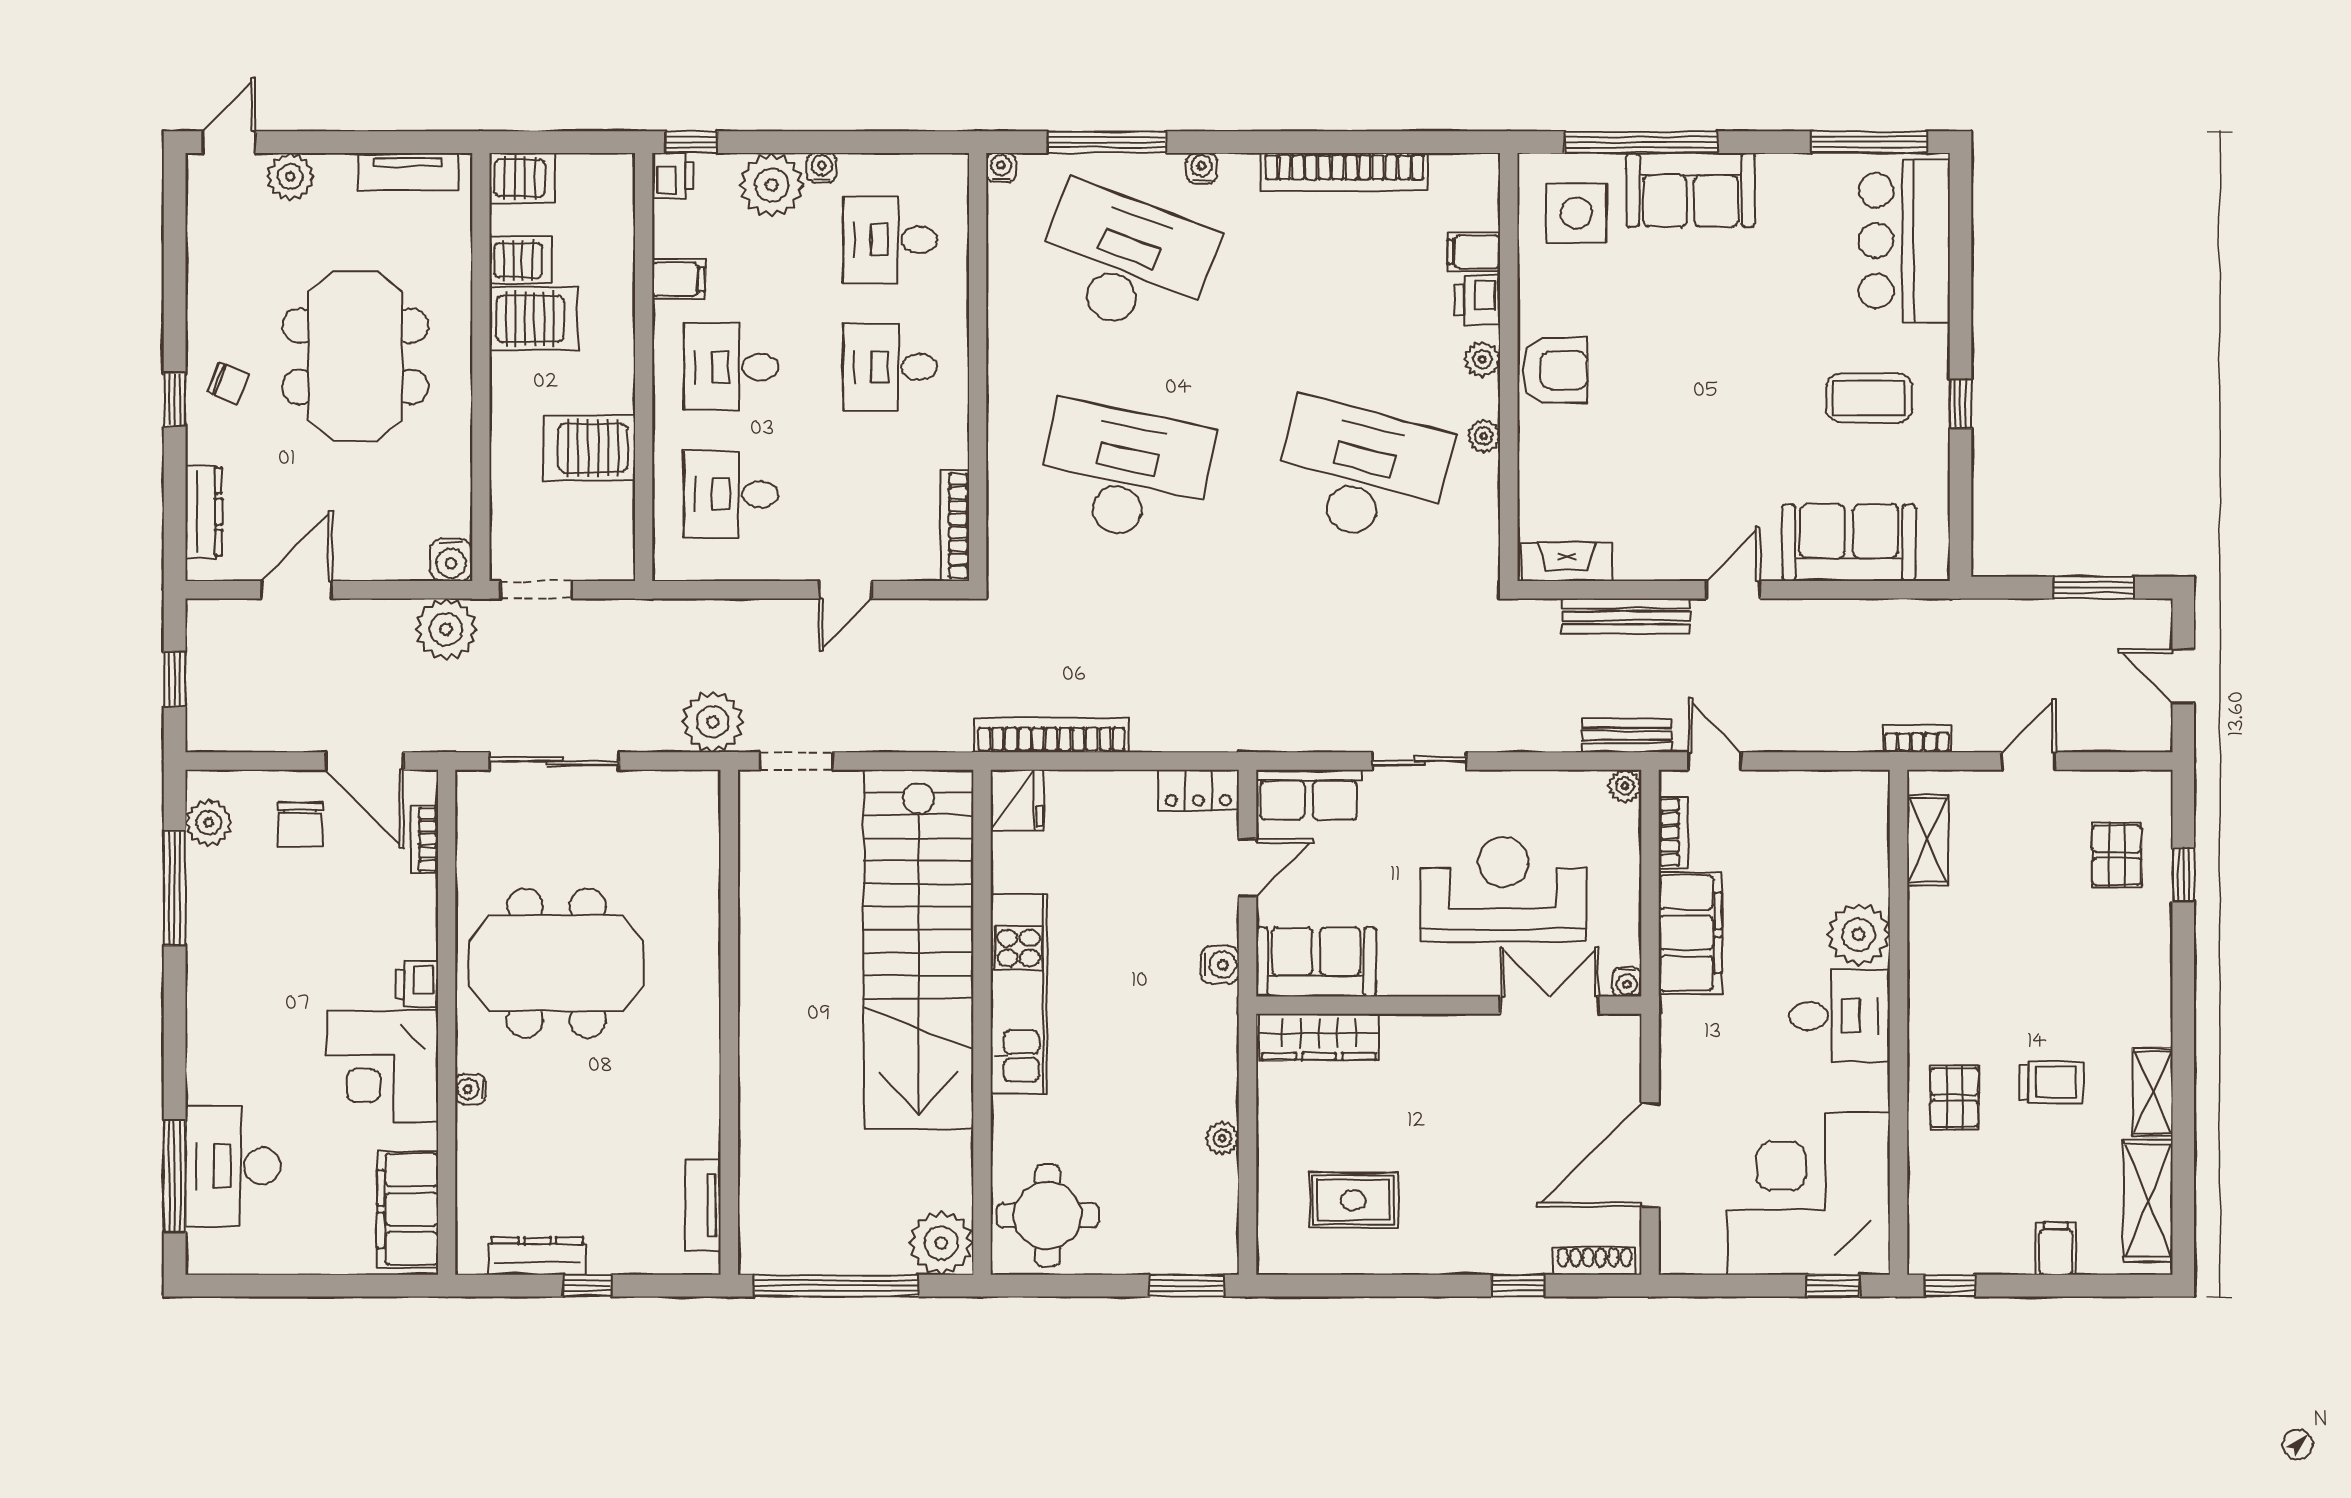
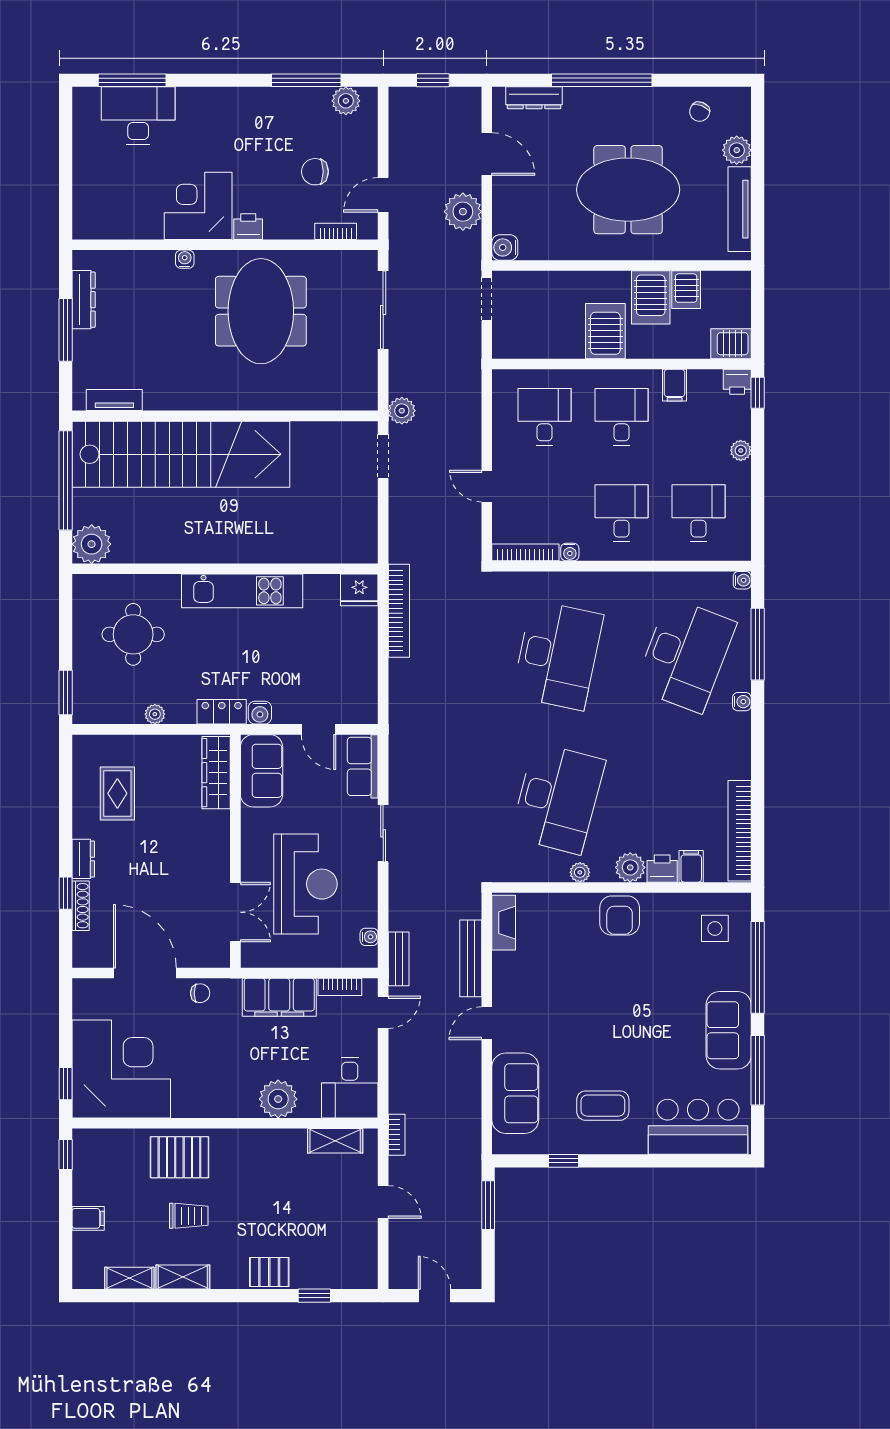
door: (229, 142) -> (758, 113), removed
window: (1869, 142) -> (758, 1070), moved
water cooler: (822, 168) -> (570, 552), moved, turned 90
tv unit: (408, 172) -> (740, 209), width x1.41
bookcase: (1345, 172) -> (740, 831), moved
server rack: (523, 178) -> (731, 344), moved, turned 90
plant: (772, 185) -> (741, 450), width x0.53, depth x0.53
sofa: (1691, 190) -> (729, 1030), moved
side table: (1576, 213) -> (715, 928), width x0.73, depth x0.73
plant: (1482, 359) -> (630, 867), width x1.38, depth x1.38
chair: (228, 383) -> (700, 112), moved
coffee table: (1869, 398) -> (603, 1106), turned 90
window: (175, 400) -> (602, 80), width x3.17
window: (1961, 403) -> (564, 1161), moved
server rack: (589, 448) -> (605, 331), moved
window: (2094, 588) -> (488, 1205), moved
door: (1733, 590) -> (487, 1023), swing flipped
plant: (446, 629) -> (463, 212), moved
door: (2183, 676) -> (434, 1296), hinge flipped
plant: (713, 722) -> (402, 411), width x0.73, depth x0.73
door: (364, 761) -> (383, 195), width x0.73
plant: (1625, 786) -> (368, 958), removed
locker: (1198, 790) -> (222, 712), moved, turned 90
chair: (300, 824) -> (315, 172), moved
pallet: (2117, 855) -> (269, 1272), moved
stairs: (918, 949) -> (181, 454), moved, turned 180
water cooler: (1627, 982) -> (369, 937), moved, turned 180
desk: (1840, 1016) -> (350, 1088), moved
chair: (1683, 1063) -> (200, 993), added
trolley: (2051, 1082) -> (189, 1216), turned -90
pallet: (1955, 1098) -> (179, 1157), width x1.50, depth x1.42
shelving: (2148, 1201) -> (129, 1278), width x0.67, depth x0.75
filing cabinet: (408, 1209) -> (112, 221), removed
round table: (1048, 1215) -> (133, 634), moved
dresser: (1462, 1257) -> (83, 859), added
shoe rack: (1594, 1261) -> (81, 906), moved
window: (587, 1286) -> (66, 330), width x2.17

